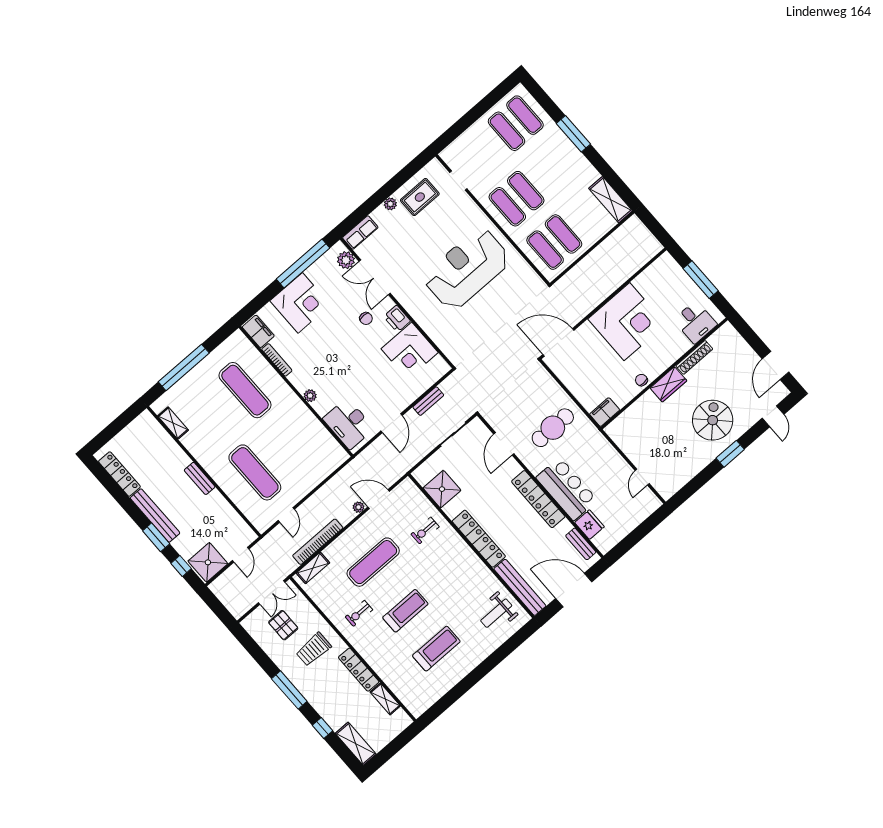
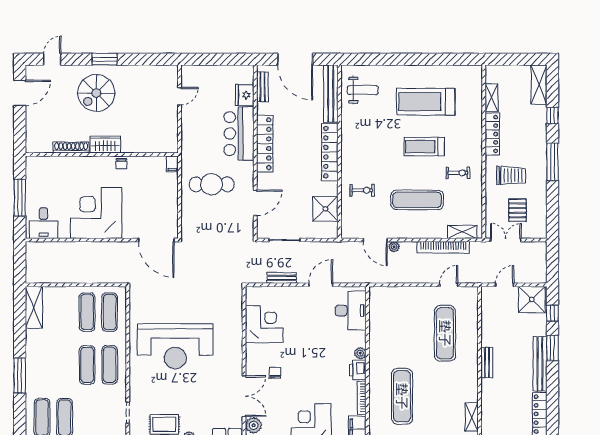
printer: (397, 319) -> (358, 370), moved, turned 180
desk: (695, 322) -> (44, 223), moved, turned 180
filing cabinet: (605, 412) -> (172, 164), width x0.50
treadmill: (436, 649) -> (426, 102), width x1.37, depth x1.38

